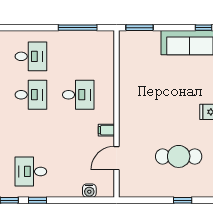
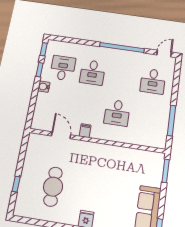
desk: (31, 95) -> (93, 72), moved
water cooler: (89, 191) -> (44, 87), moved

